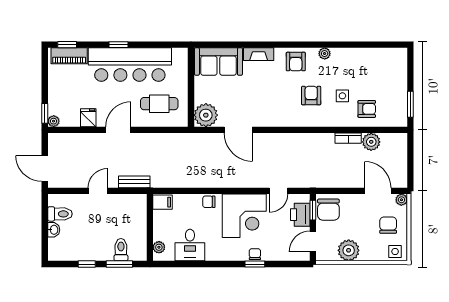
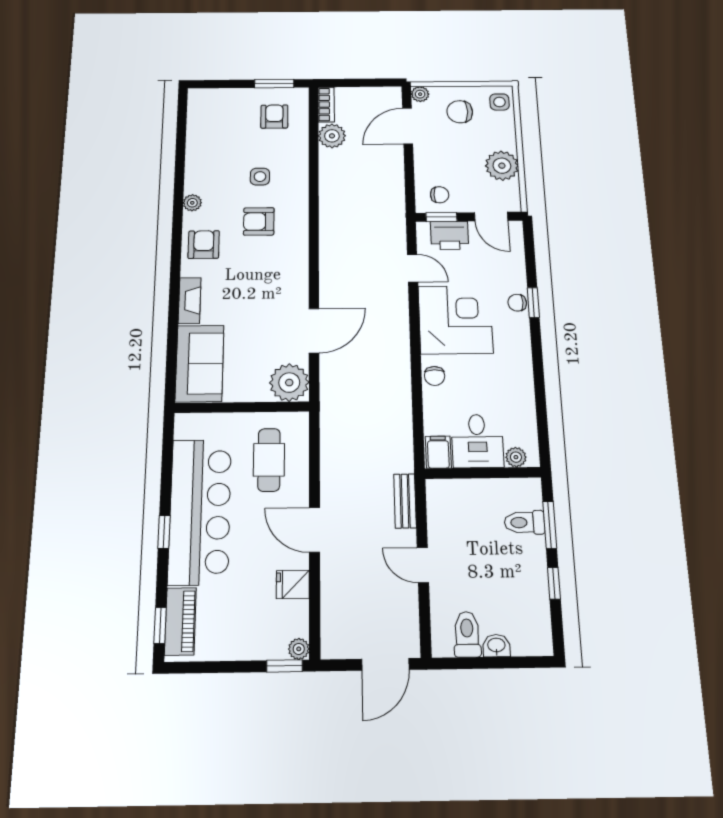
armchair: (296, 62) -> (204, 245), turned -90
armchair: (367, 109) -> (274, 117), moved
bookcase: (348, 138) -> (326, 105), moved
chair: (328, 210) -> (440, 195), width x0.54, depth x0.54
desk: (190, 245) -> (477, 441), moved, turned 90

